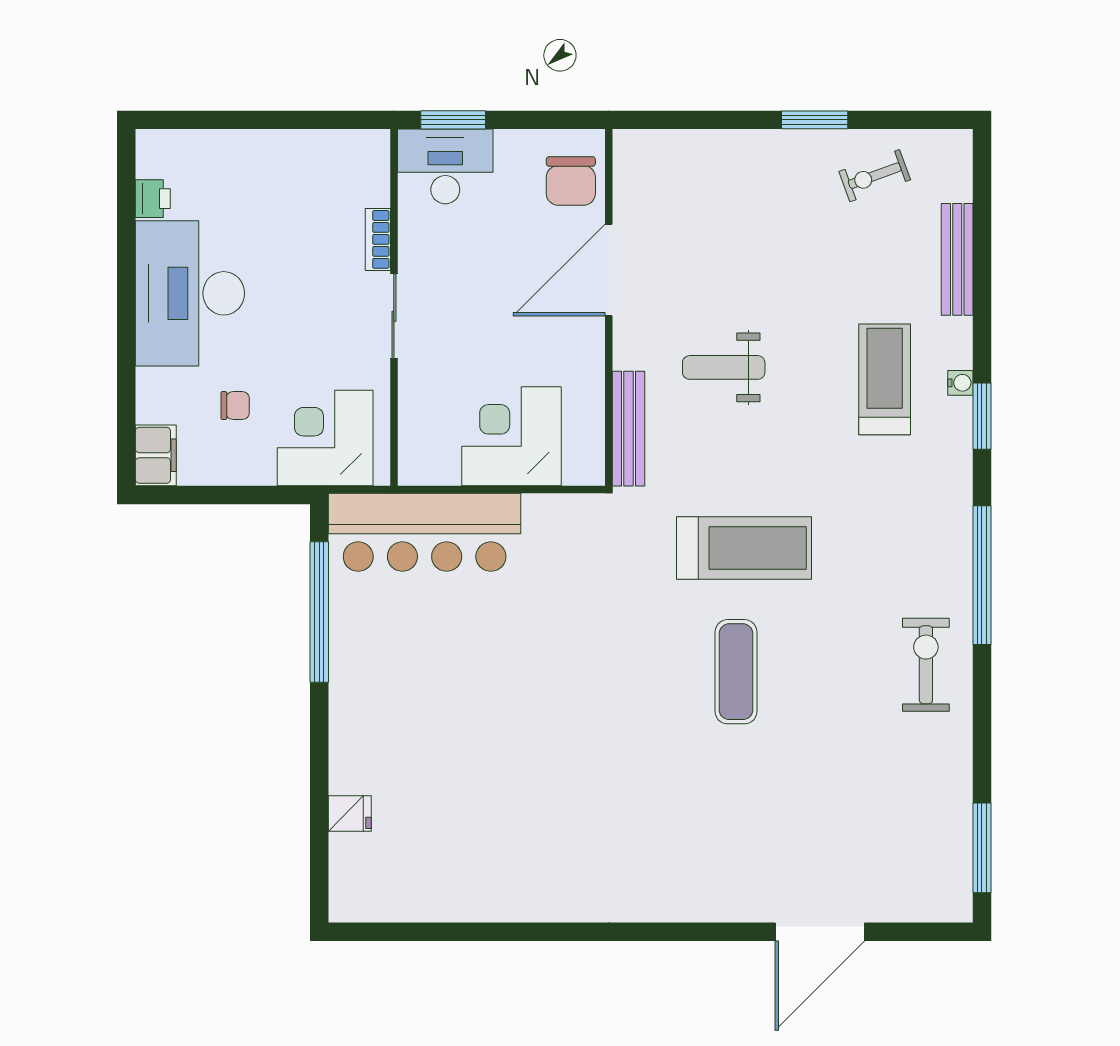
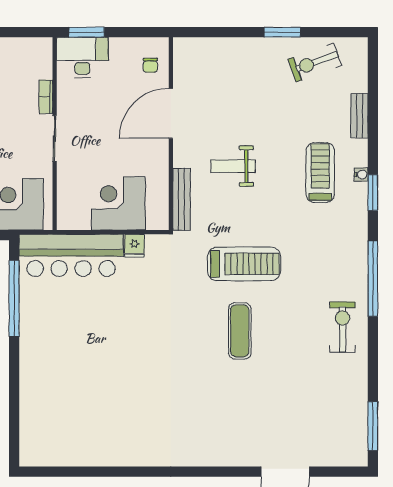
exercise bike: (875, 176) -> (315, 62), width x1.38, depth x1.39
chair: (571, 181) -> (150, 65), width x0.54, depth x0.54
bench: (957, 259) -> (359, 116), width x0.73
fridge: (350, 814) -> (134, 246), moved, turned 90

